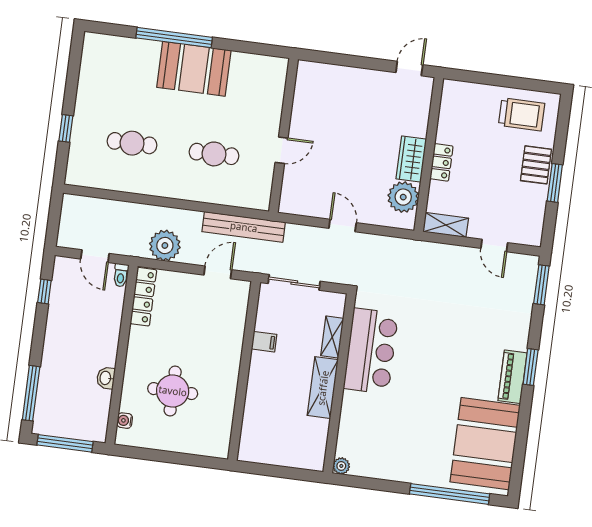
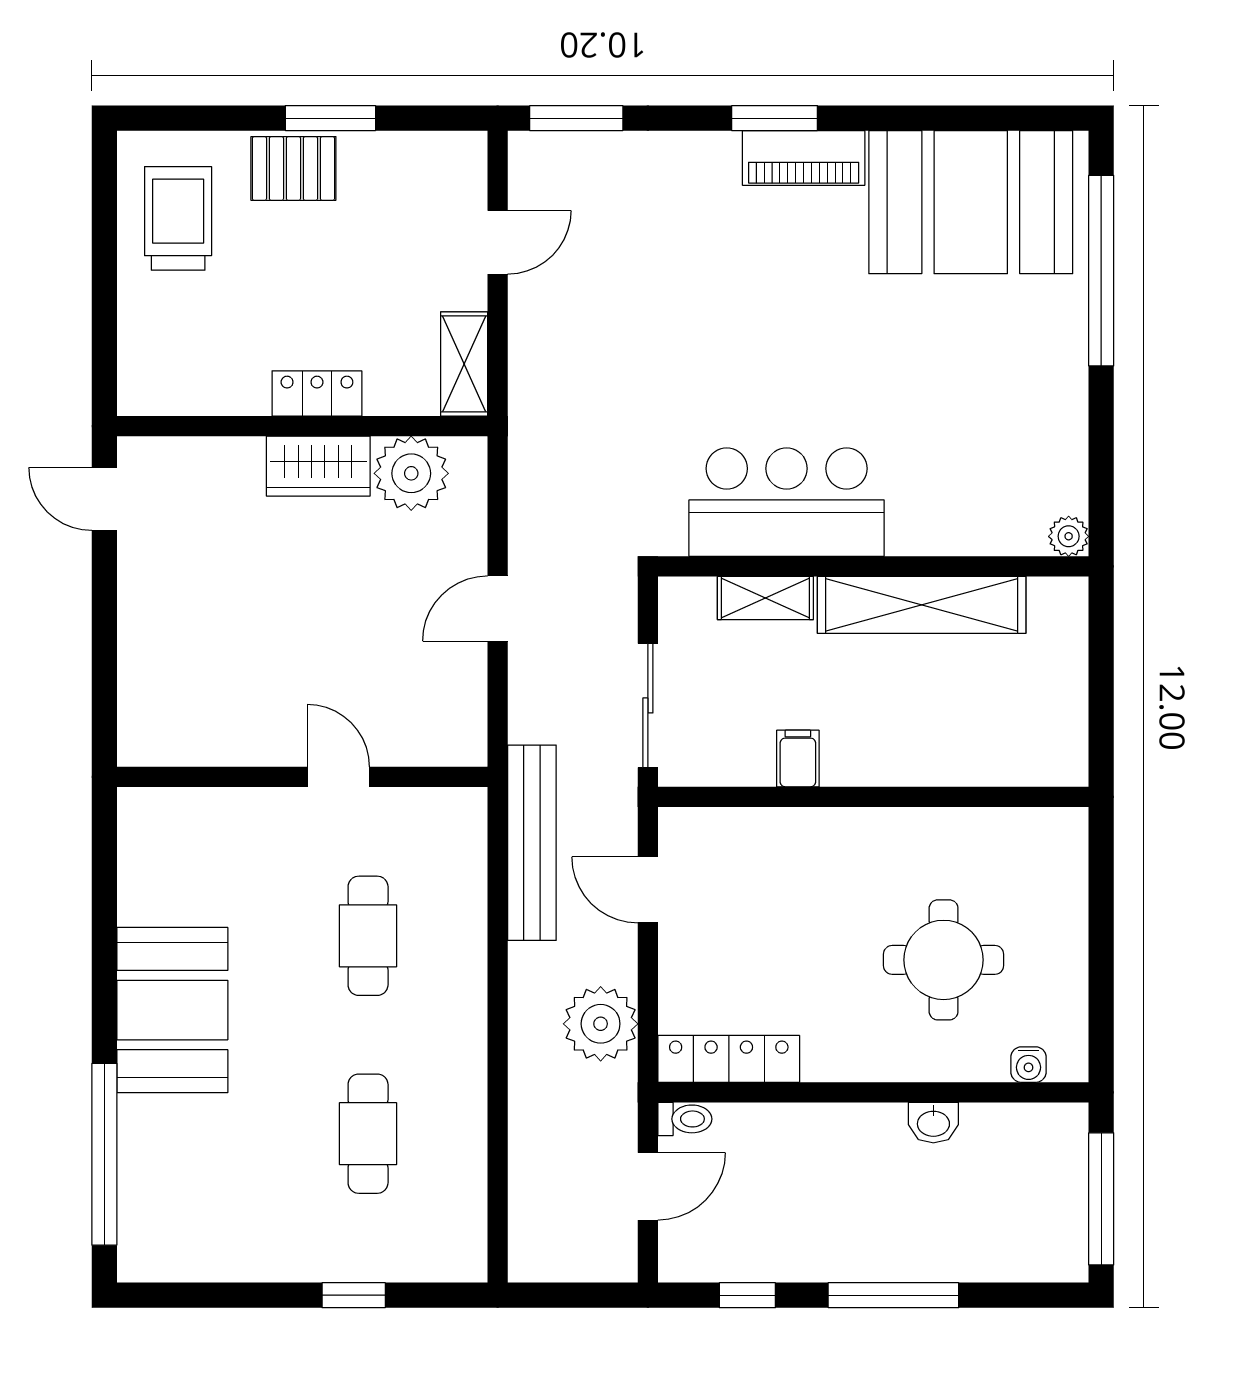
window: (174, 38) -> (104, 1154), moved
shelving: (323, 388) -> (922, 605), width x1.47
window: (31, 393) -> (893, 1295), moved

